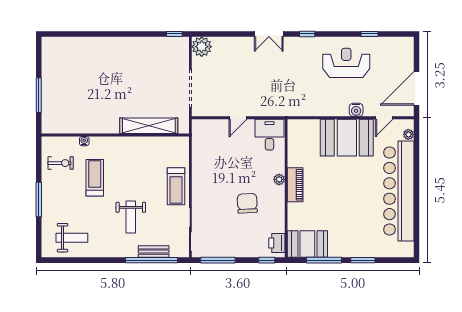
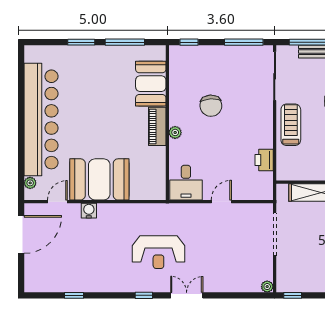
plant: (202, 47) -> (267, 287), width x0.53, depth x0.53
reception desk: (346, 63) -> (158, 252), moved
printer: (277, 243) -> (264, 160), moved, turned 180
booth: (307, 244) -> (151, 84), moved, turned 90

